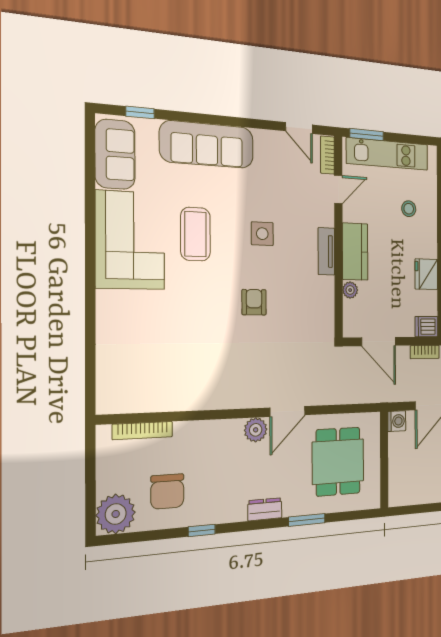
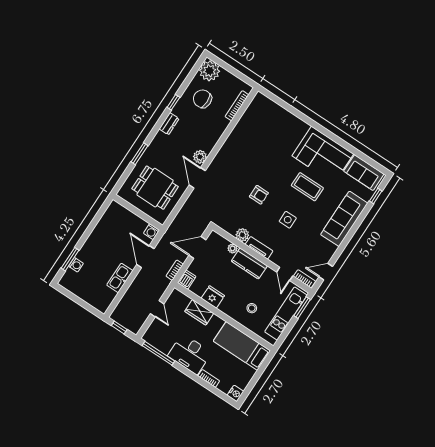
plant: (324, 288) -> (242, 235), added
dresser: (265, 509) -> (169, 124), moved

